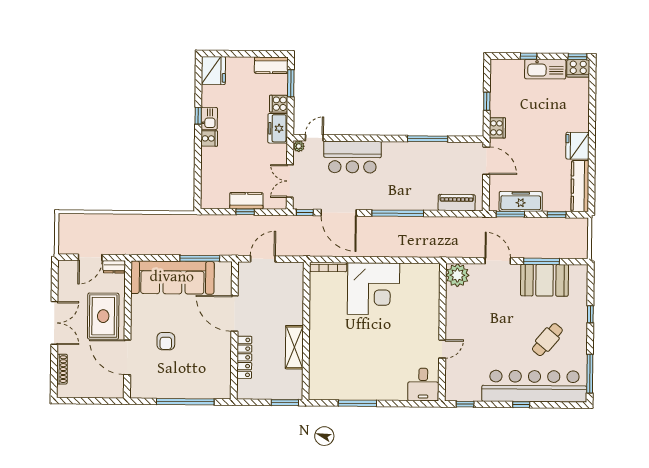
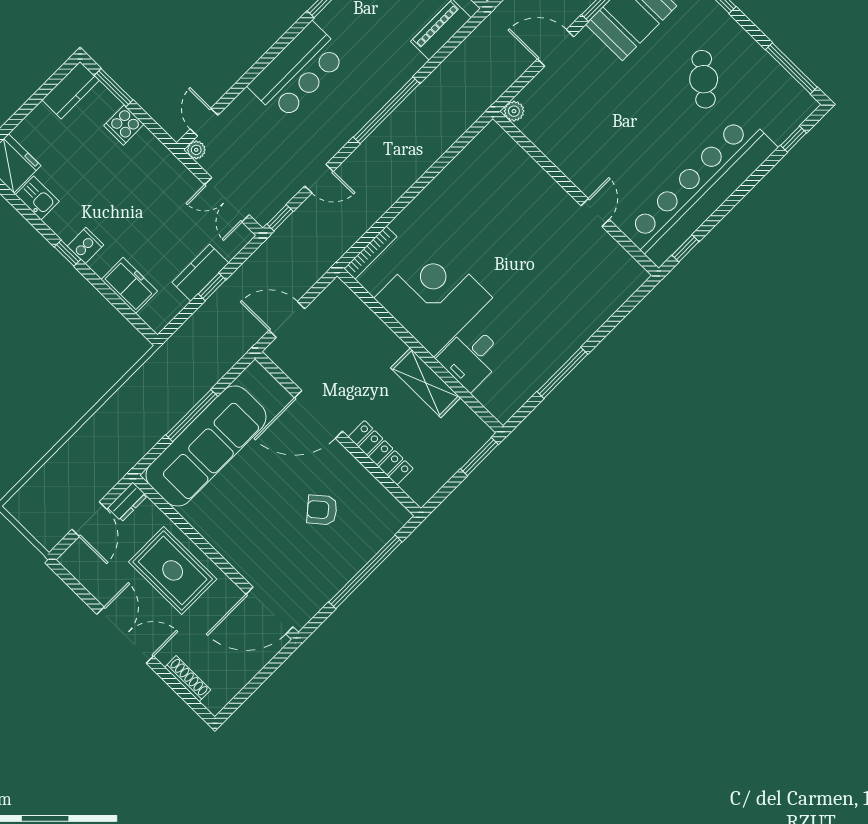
window: (198, 116) -> (67, 253), moved
kitchen sink: (209, 118) -> (37, 198), moved
freezer: (278, 128) -> (129, 285), moved, turned 180
bar counter: (352, 157) -> (298, 71), moved
door: (339, 213) -> (319, 179), width x0.53
window: (200, 258) -> (192, 416), moved
door: (263, 259) -> (287, 319), hinge flipped
plant: (457, 275) -> (514, 111), width x0.53, depth x0.53
corner desk: (373, 289) -> (433, 298), moved, turned -90
armchair: (166, 341) -> (322, 510), moved, turned 140
door: (127, 357) -> (269, 610), moved
desk: (423, 384) -> (471, 357), moved, turned 90
bar counter: (534, 386) -> (701, 190), moved
window: (521, 405) -> (794, 139), moved

